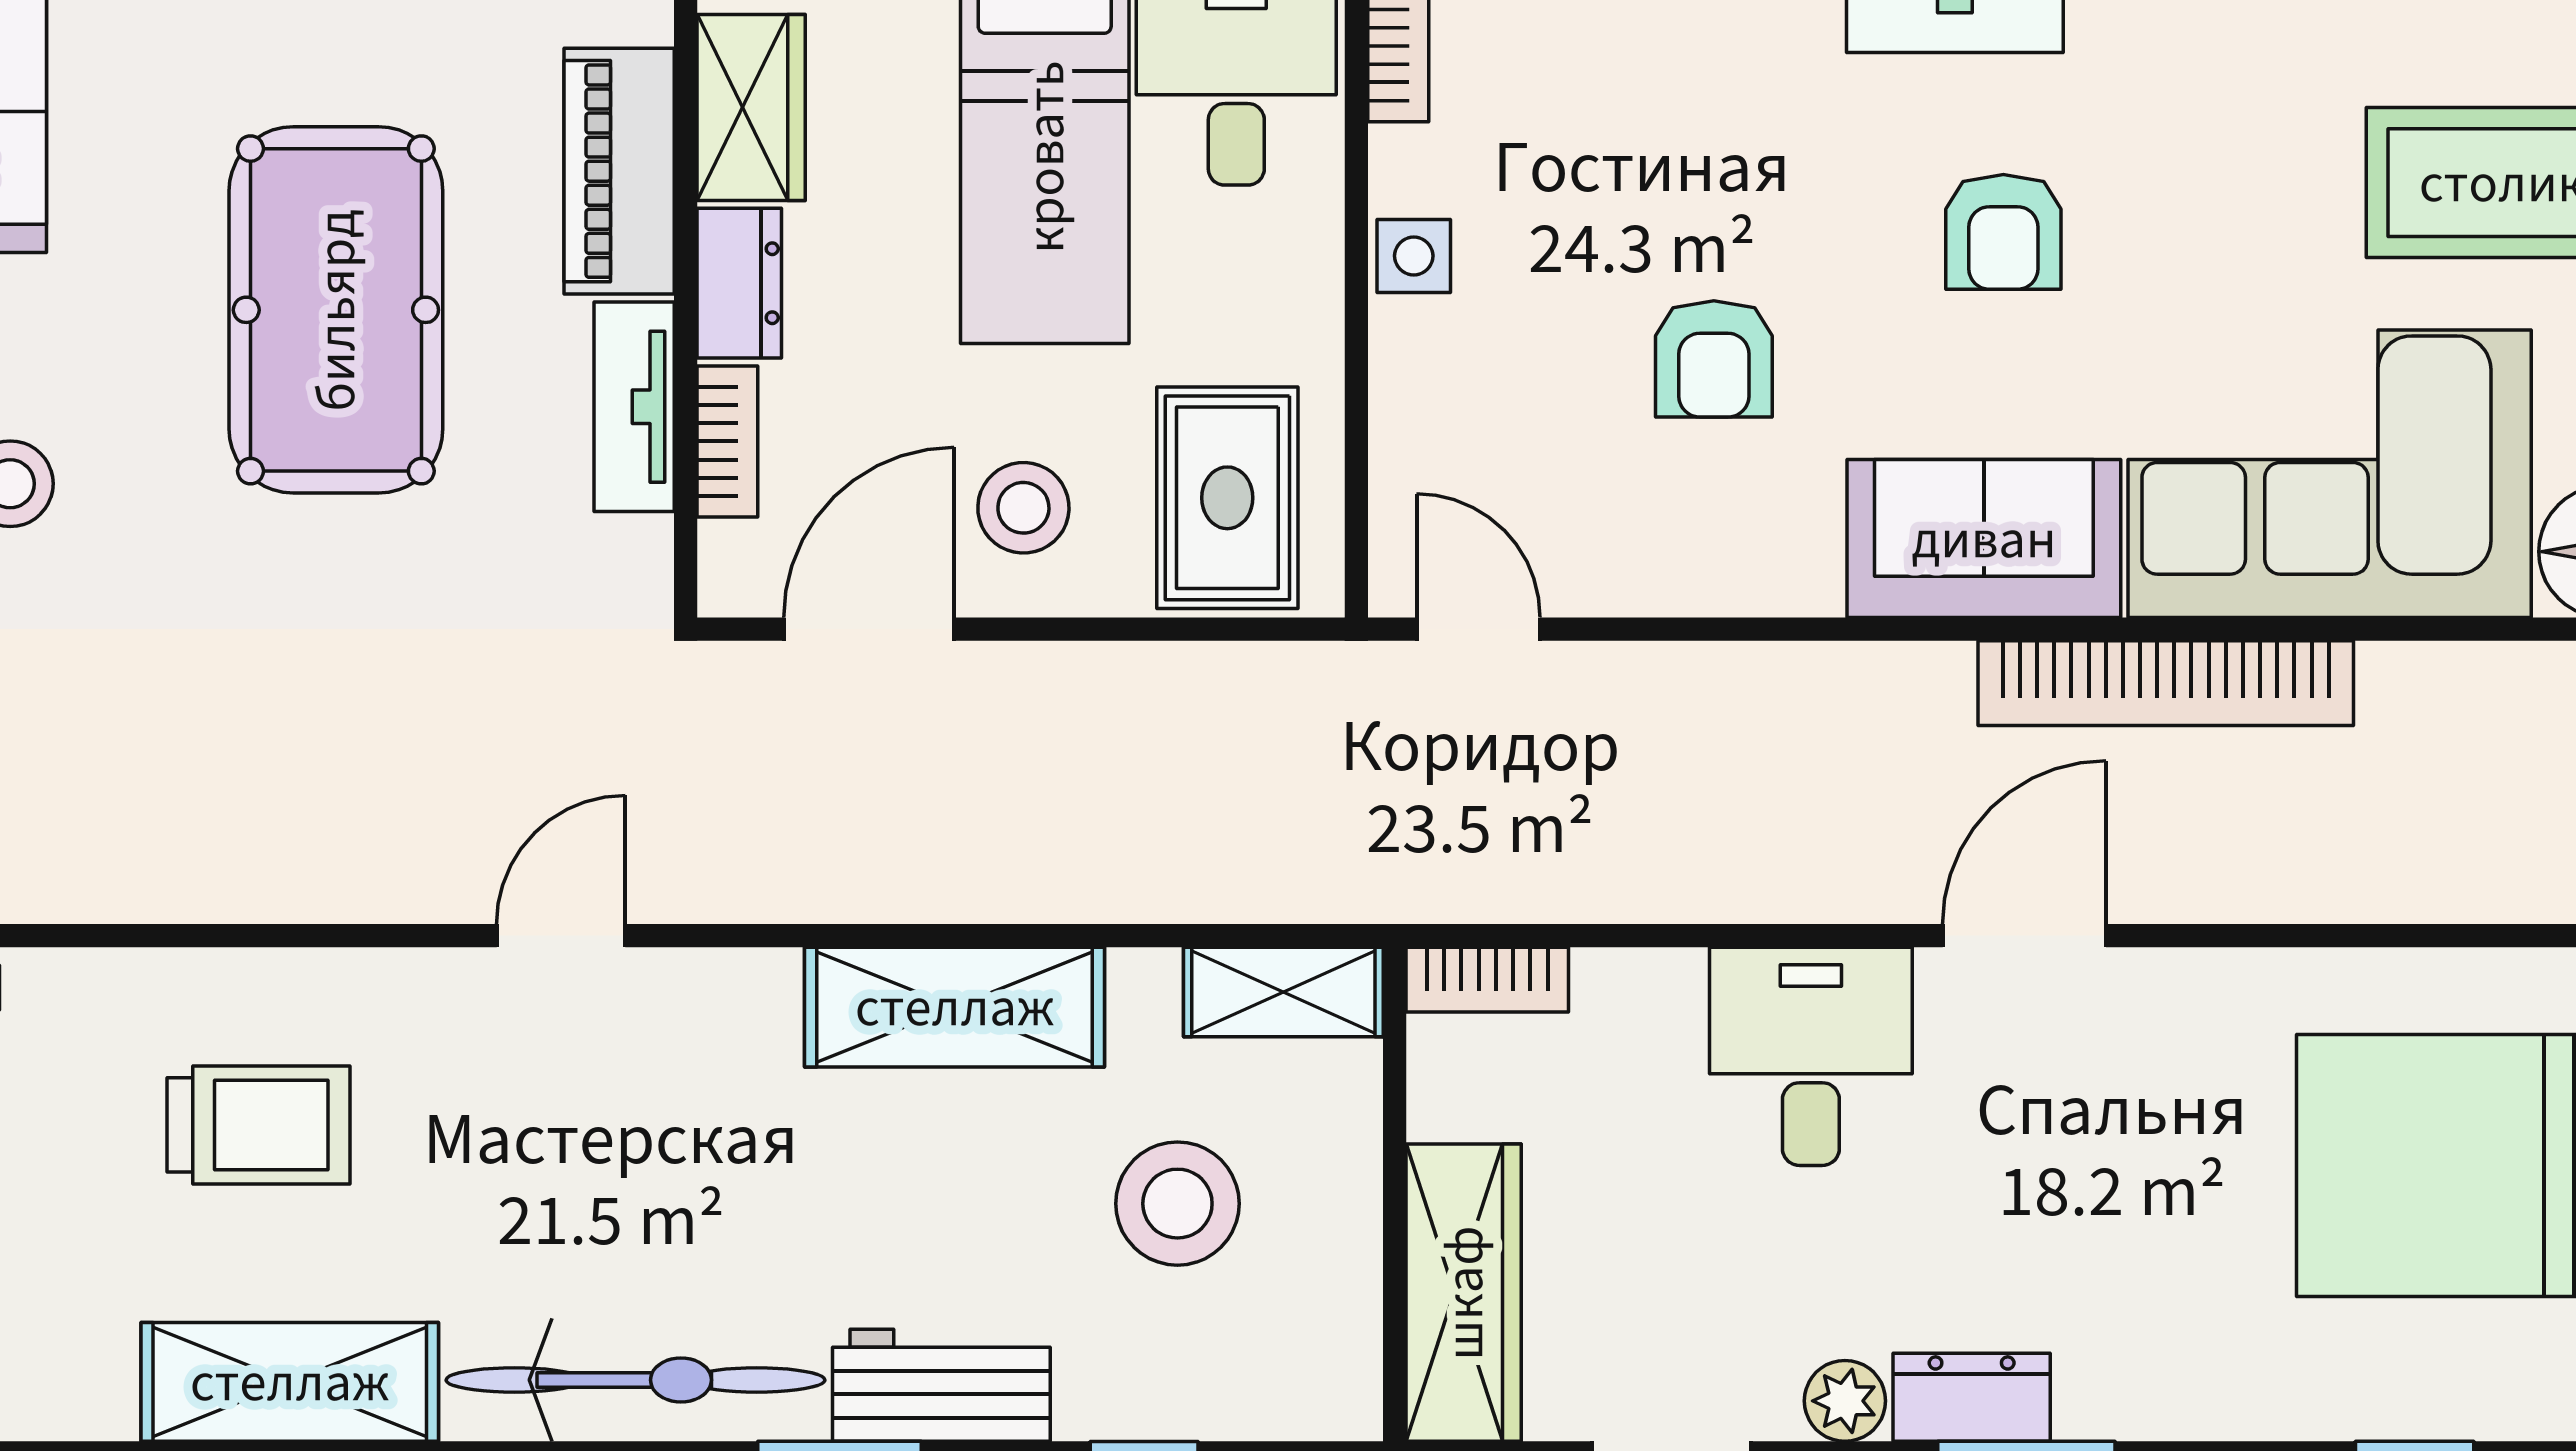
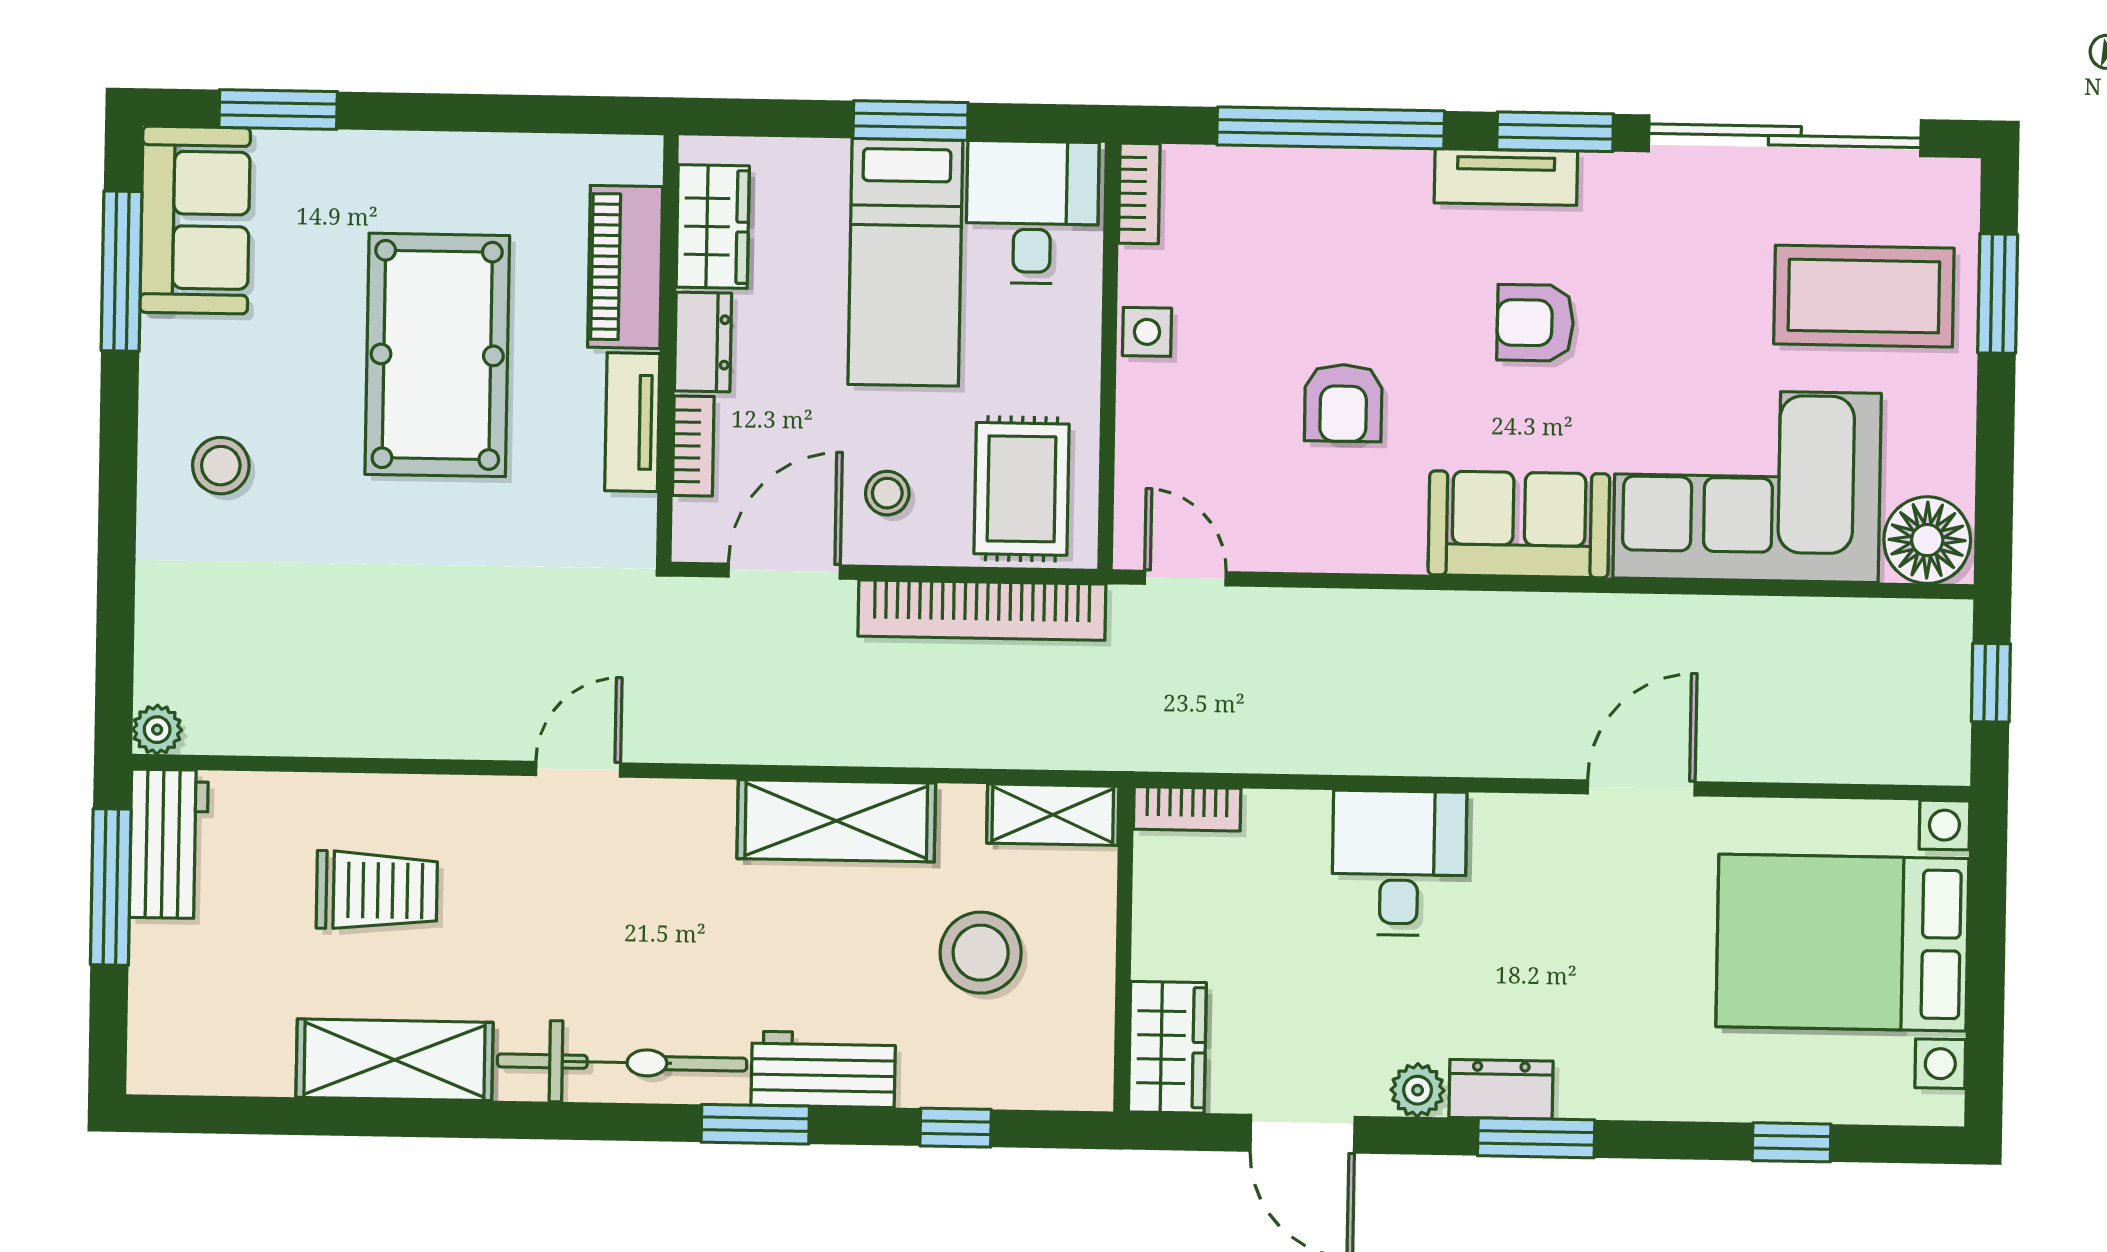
armchair: (2003, 232) -> (1535, 323), turned 90
stool: (1023, 508) -> (887, 493), width x0.73, depth x0.73
bookcase: (2166, 683) -> (982, 610), moved
door: (2024, 936) -> (1641, 788), moved
wardrobe: (1464, 1293) -> (1167, 1047), width x0.67

